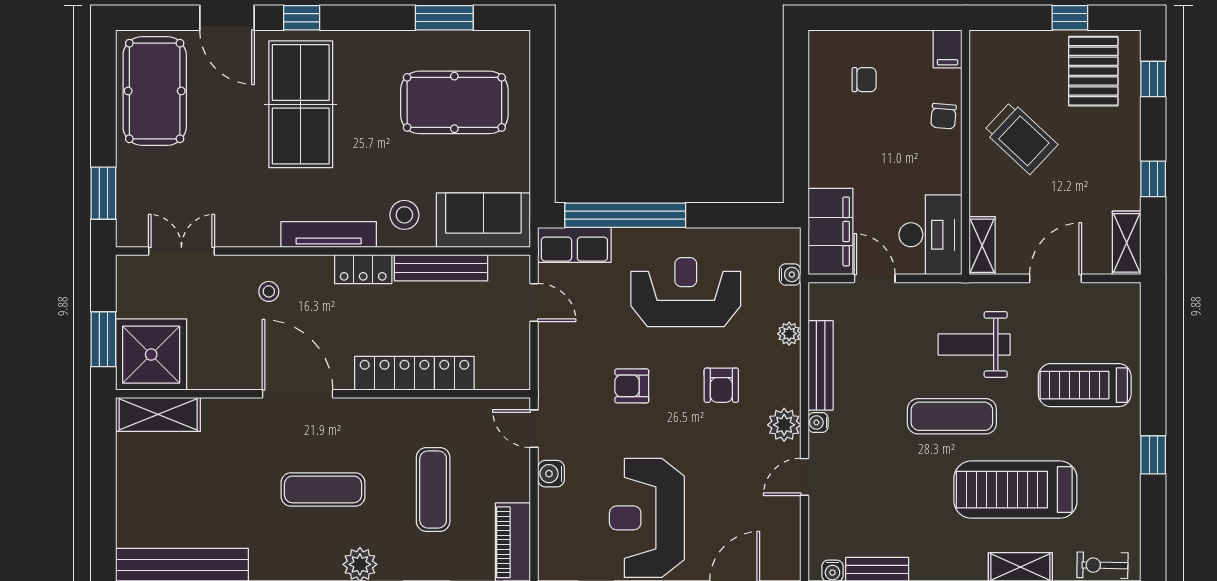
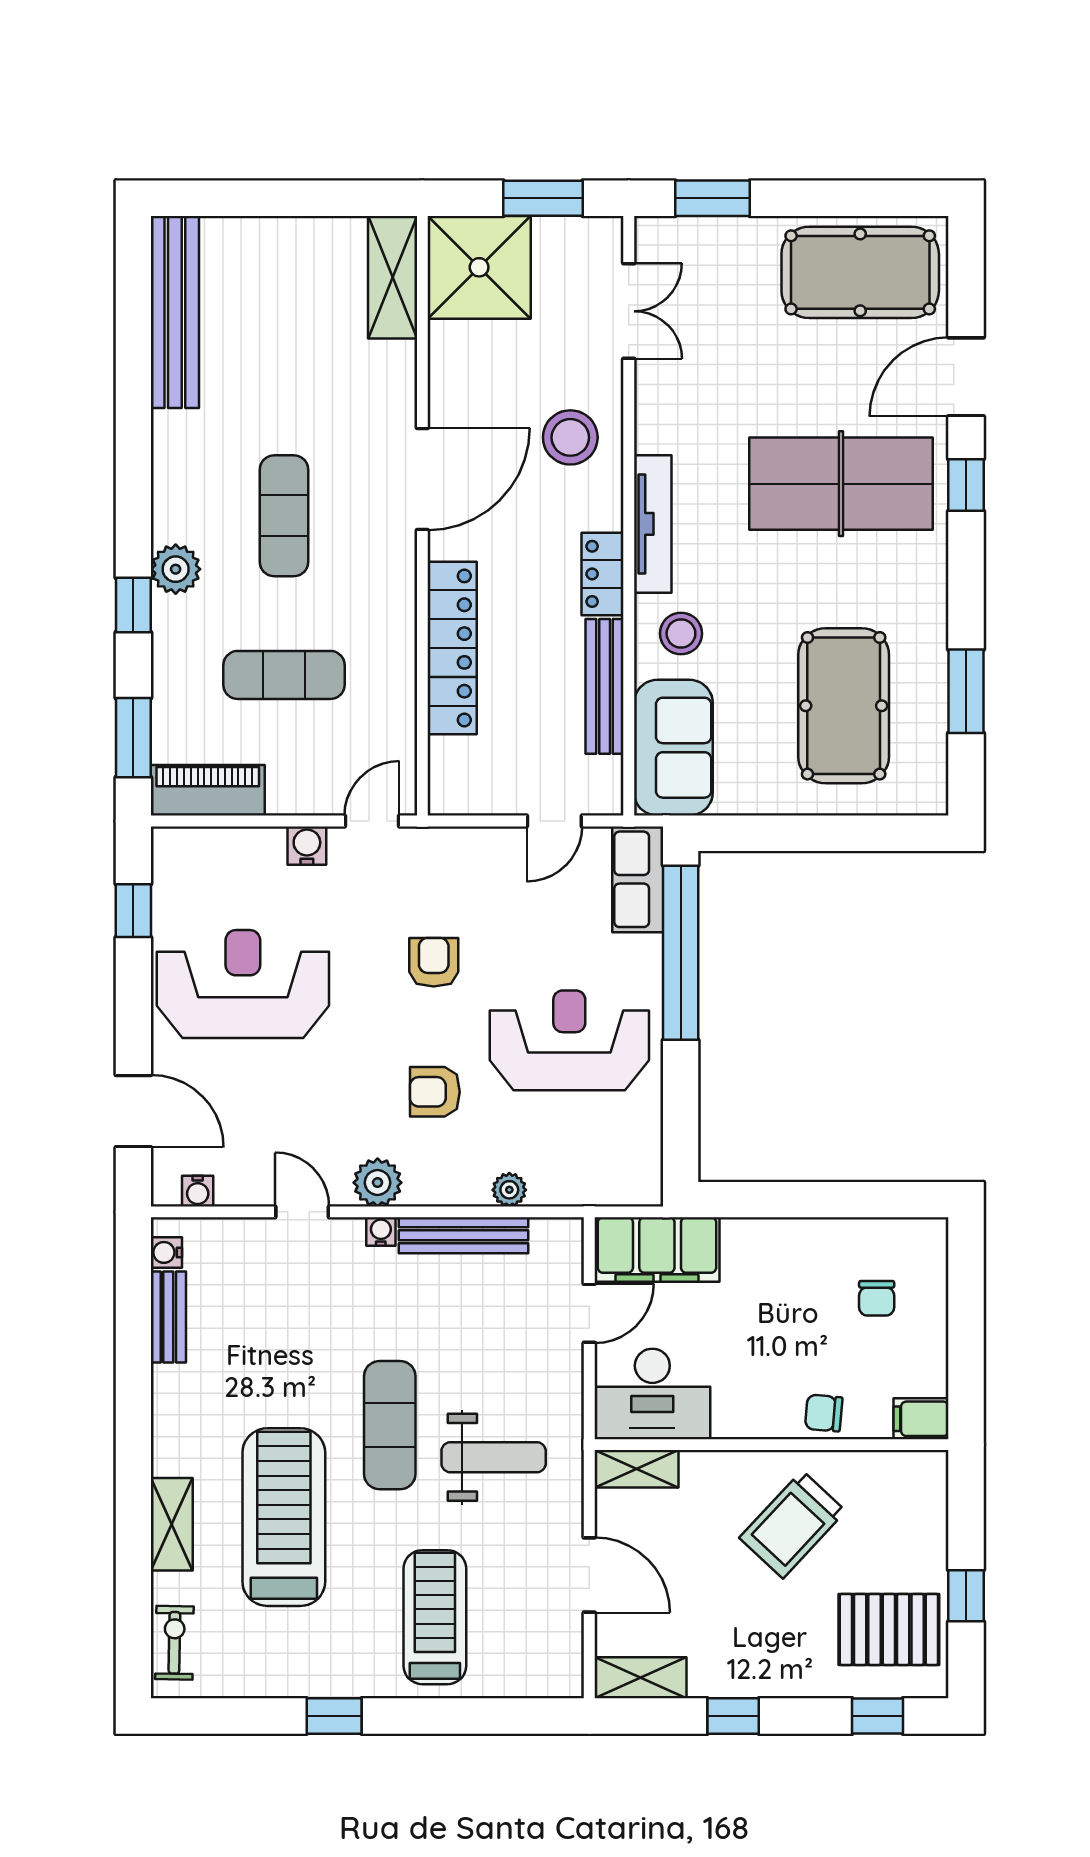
water cooler: (790, 275) -> (198, 1191), moved
stool: (269, 291) -> (570, 437), width x1.89, depth x1.89
reception desk: (686, 292) -> (569, 1040), turned -90
window: (103, 339) -> (543, 198), moved
weight bench: (974, 344) -> (494, 1457), turned 90

